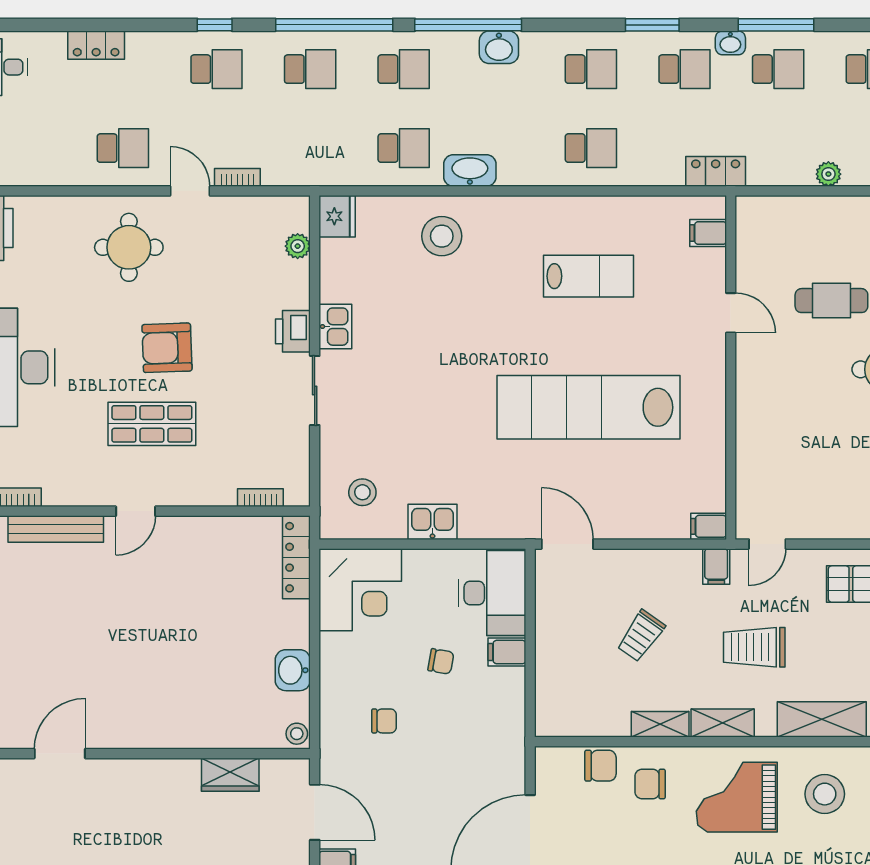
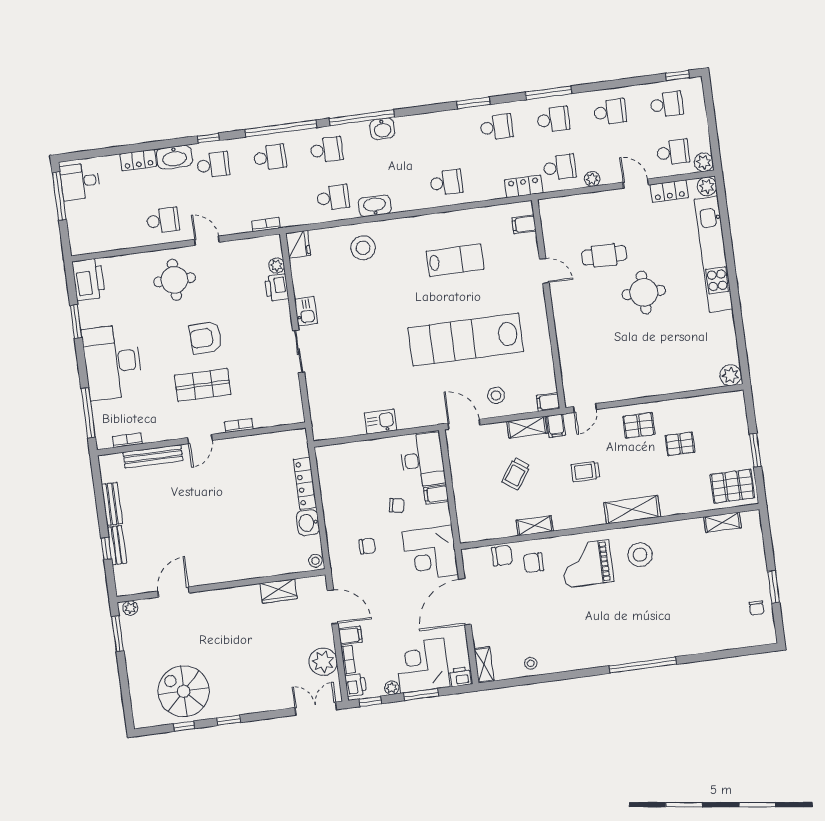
washbasin: (730, 43) -> (174, 157), moved, width x1.91, depth x1.45
school desk: (591, 69) -> (560, 167), moved
bookcase: (237, 177) -> (266, 225), moved
printer: (293, 331) -> (277, 288), moved
stool: (362, 492) -> (496, 395), moved
bookcase: (260, 498) -> (239, 426), moved
locker: (296, 557) -> (305, 483), moved
corner desk: (360, 590) -> (430, 553), moved, turned 90
trolley: (754, 647) -> (585, 472), width x0.73, depth x0.72
shelving: (723, 723) -> (527, 427), moved

